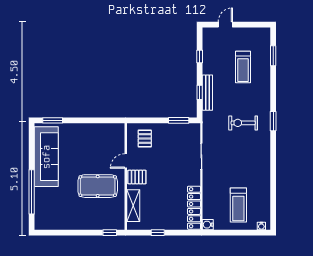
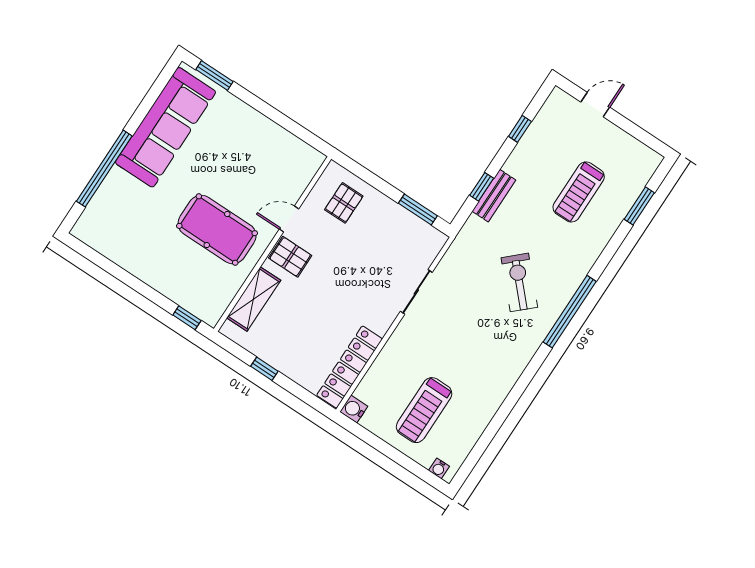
bench: (207, 93) -> (494, 196), width x0.73
window: (273, 121) -> (570, 312), width x2.11
exercise bike: (243, 123) -> (519, 282), turned 47

